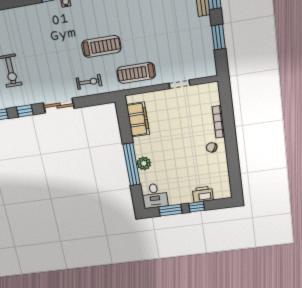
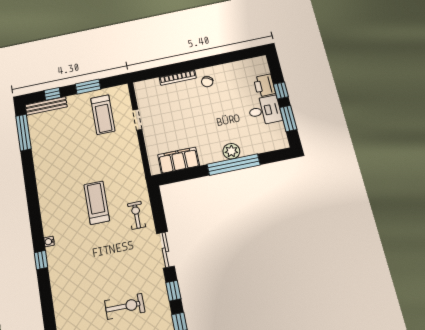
treadmill: (136, 73) -> (103, 115), moved
desk: (154, 196) -> (265, 110), moved

